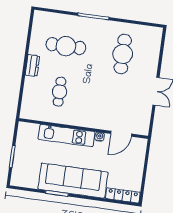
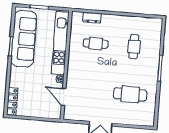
cafe table: (66, 46) -> (134, 47), width x0.73, depth x0.74
dresser: (32, 65) -> (92, 18), moved
kitchen unit: (67, 136) -> (60, 43), width x1.36
sofa: (73, 181) -> (24, 39), moved

